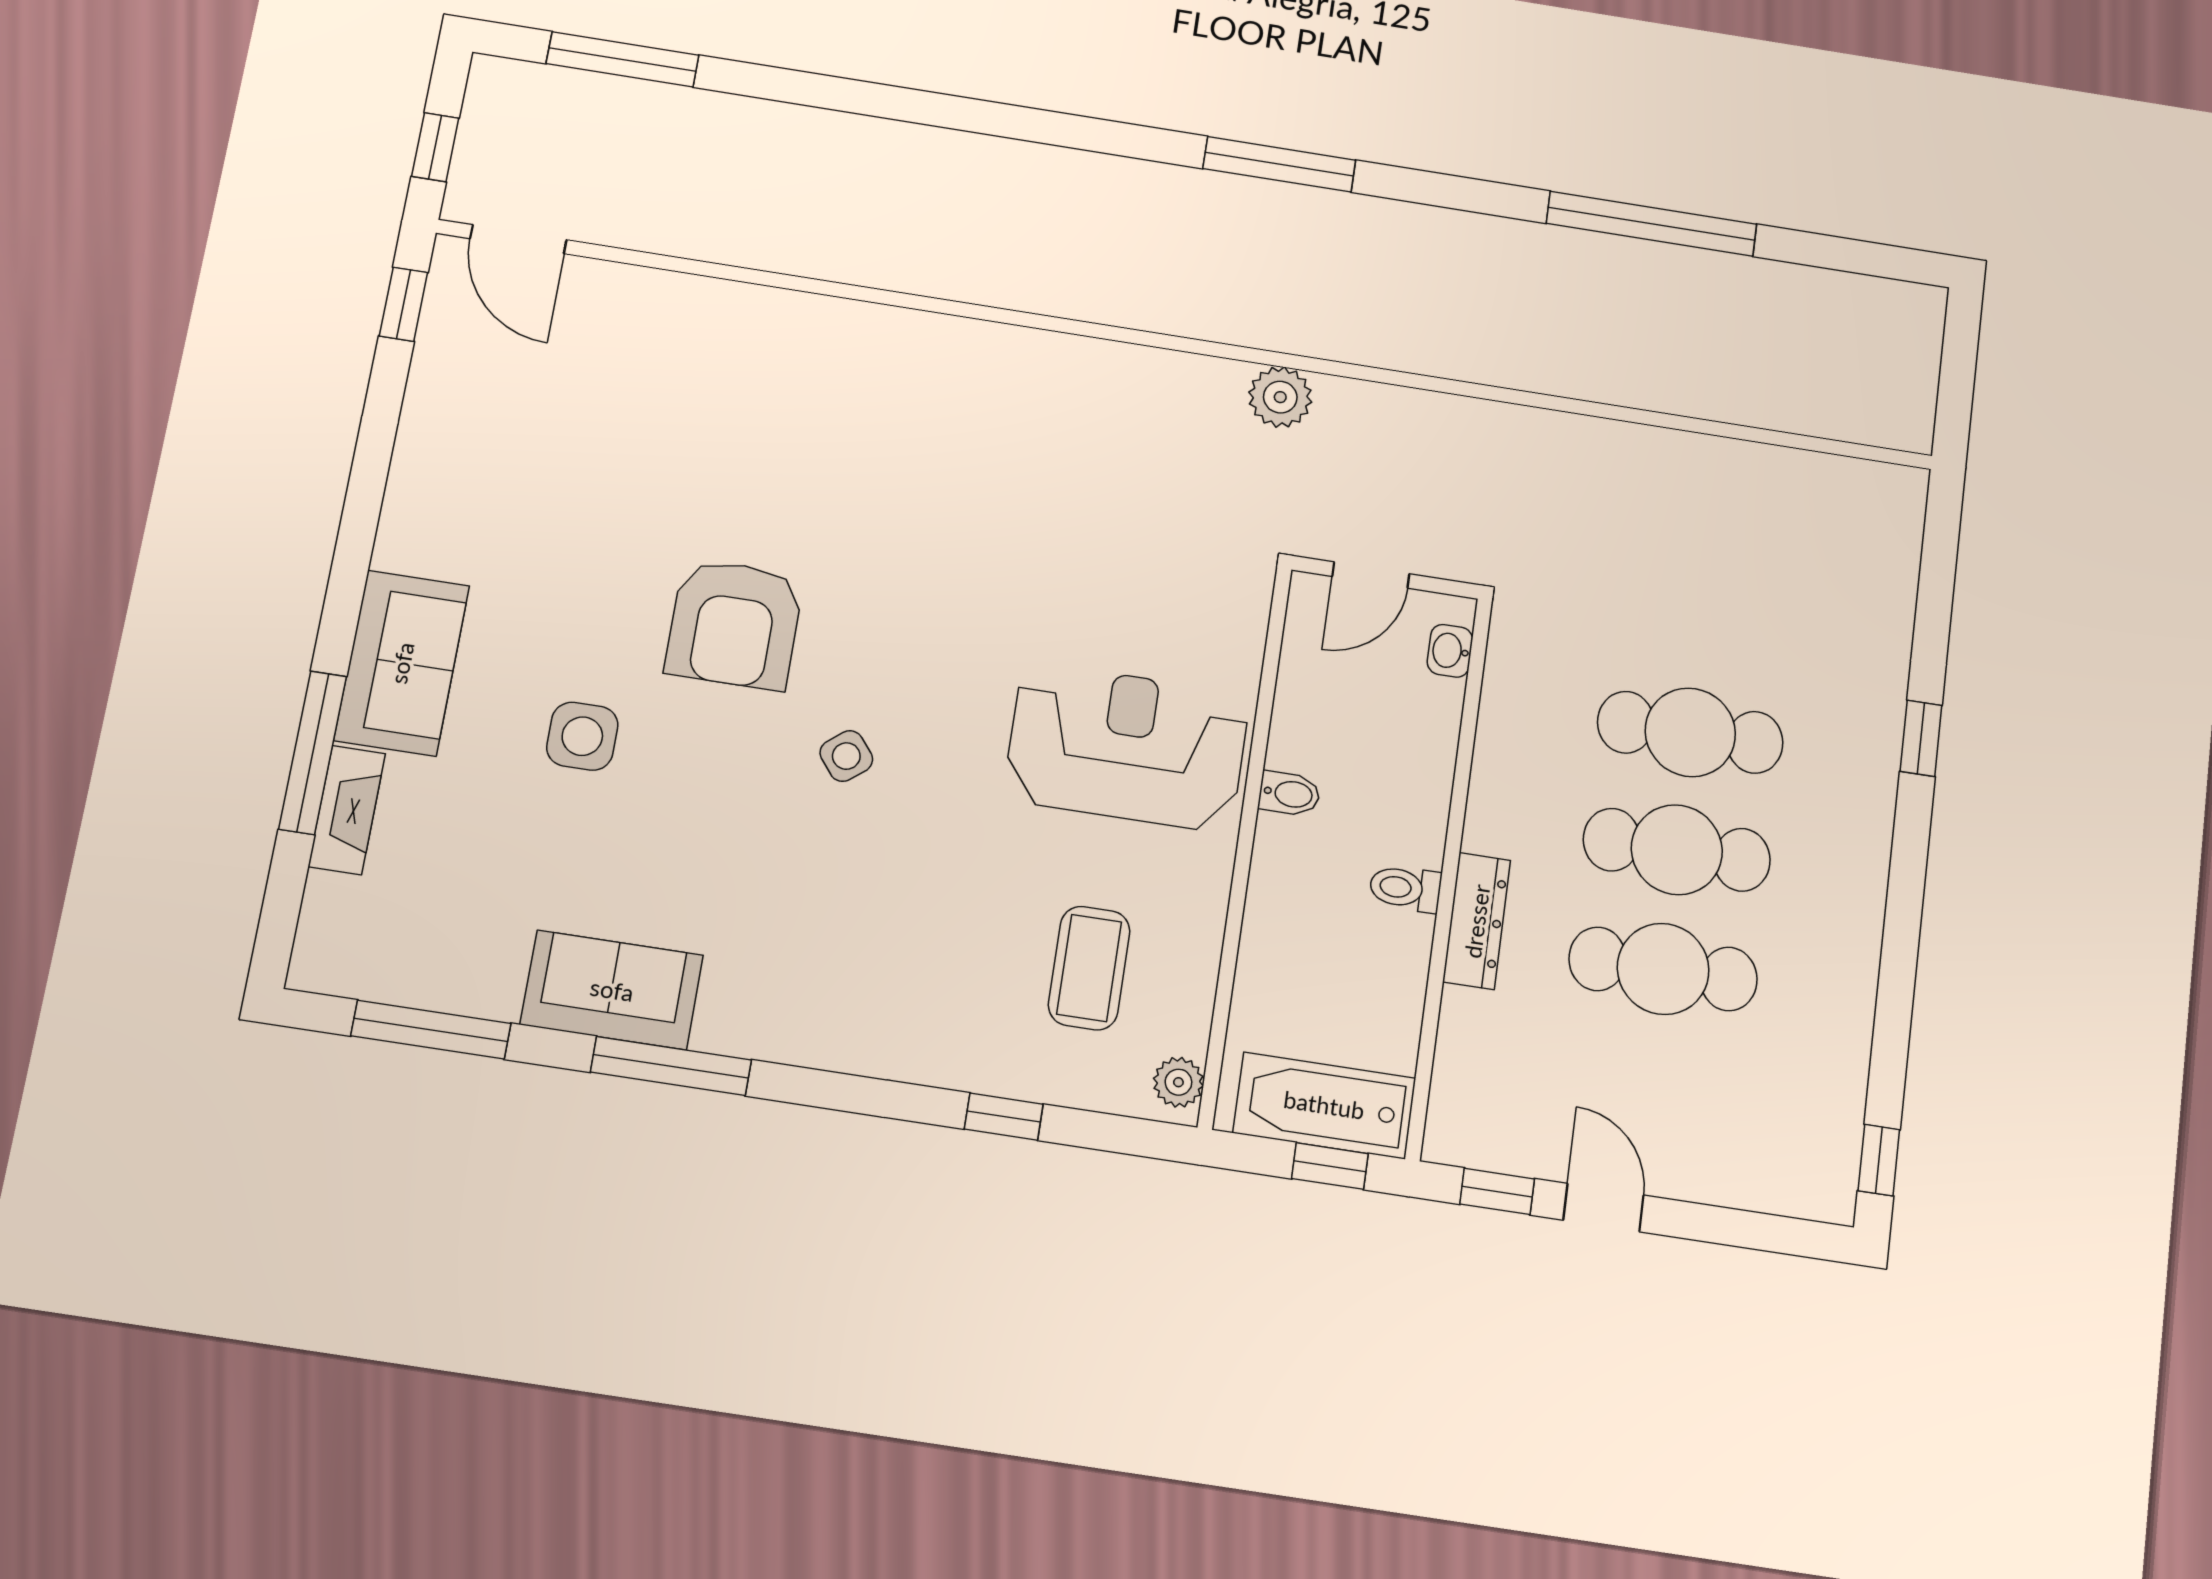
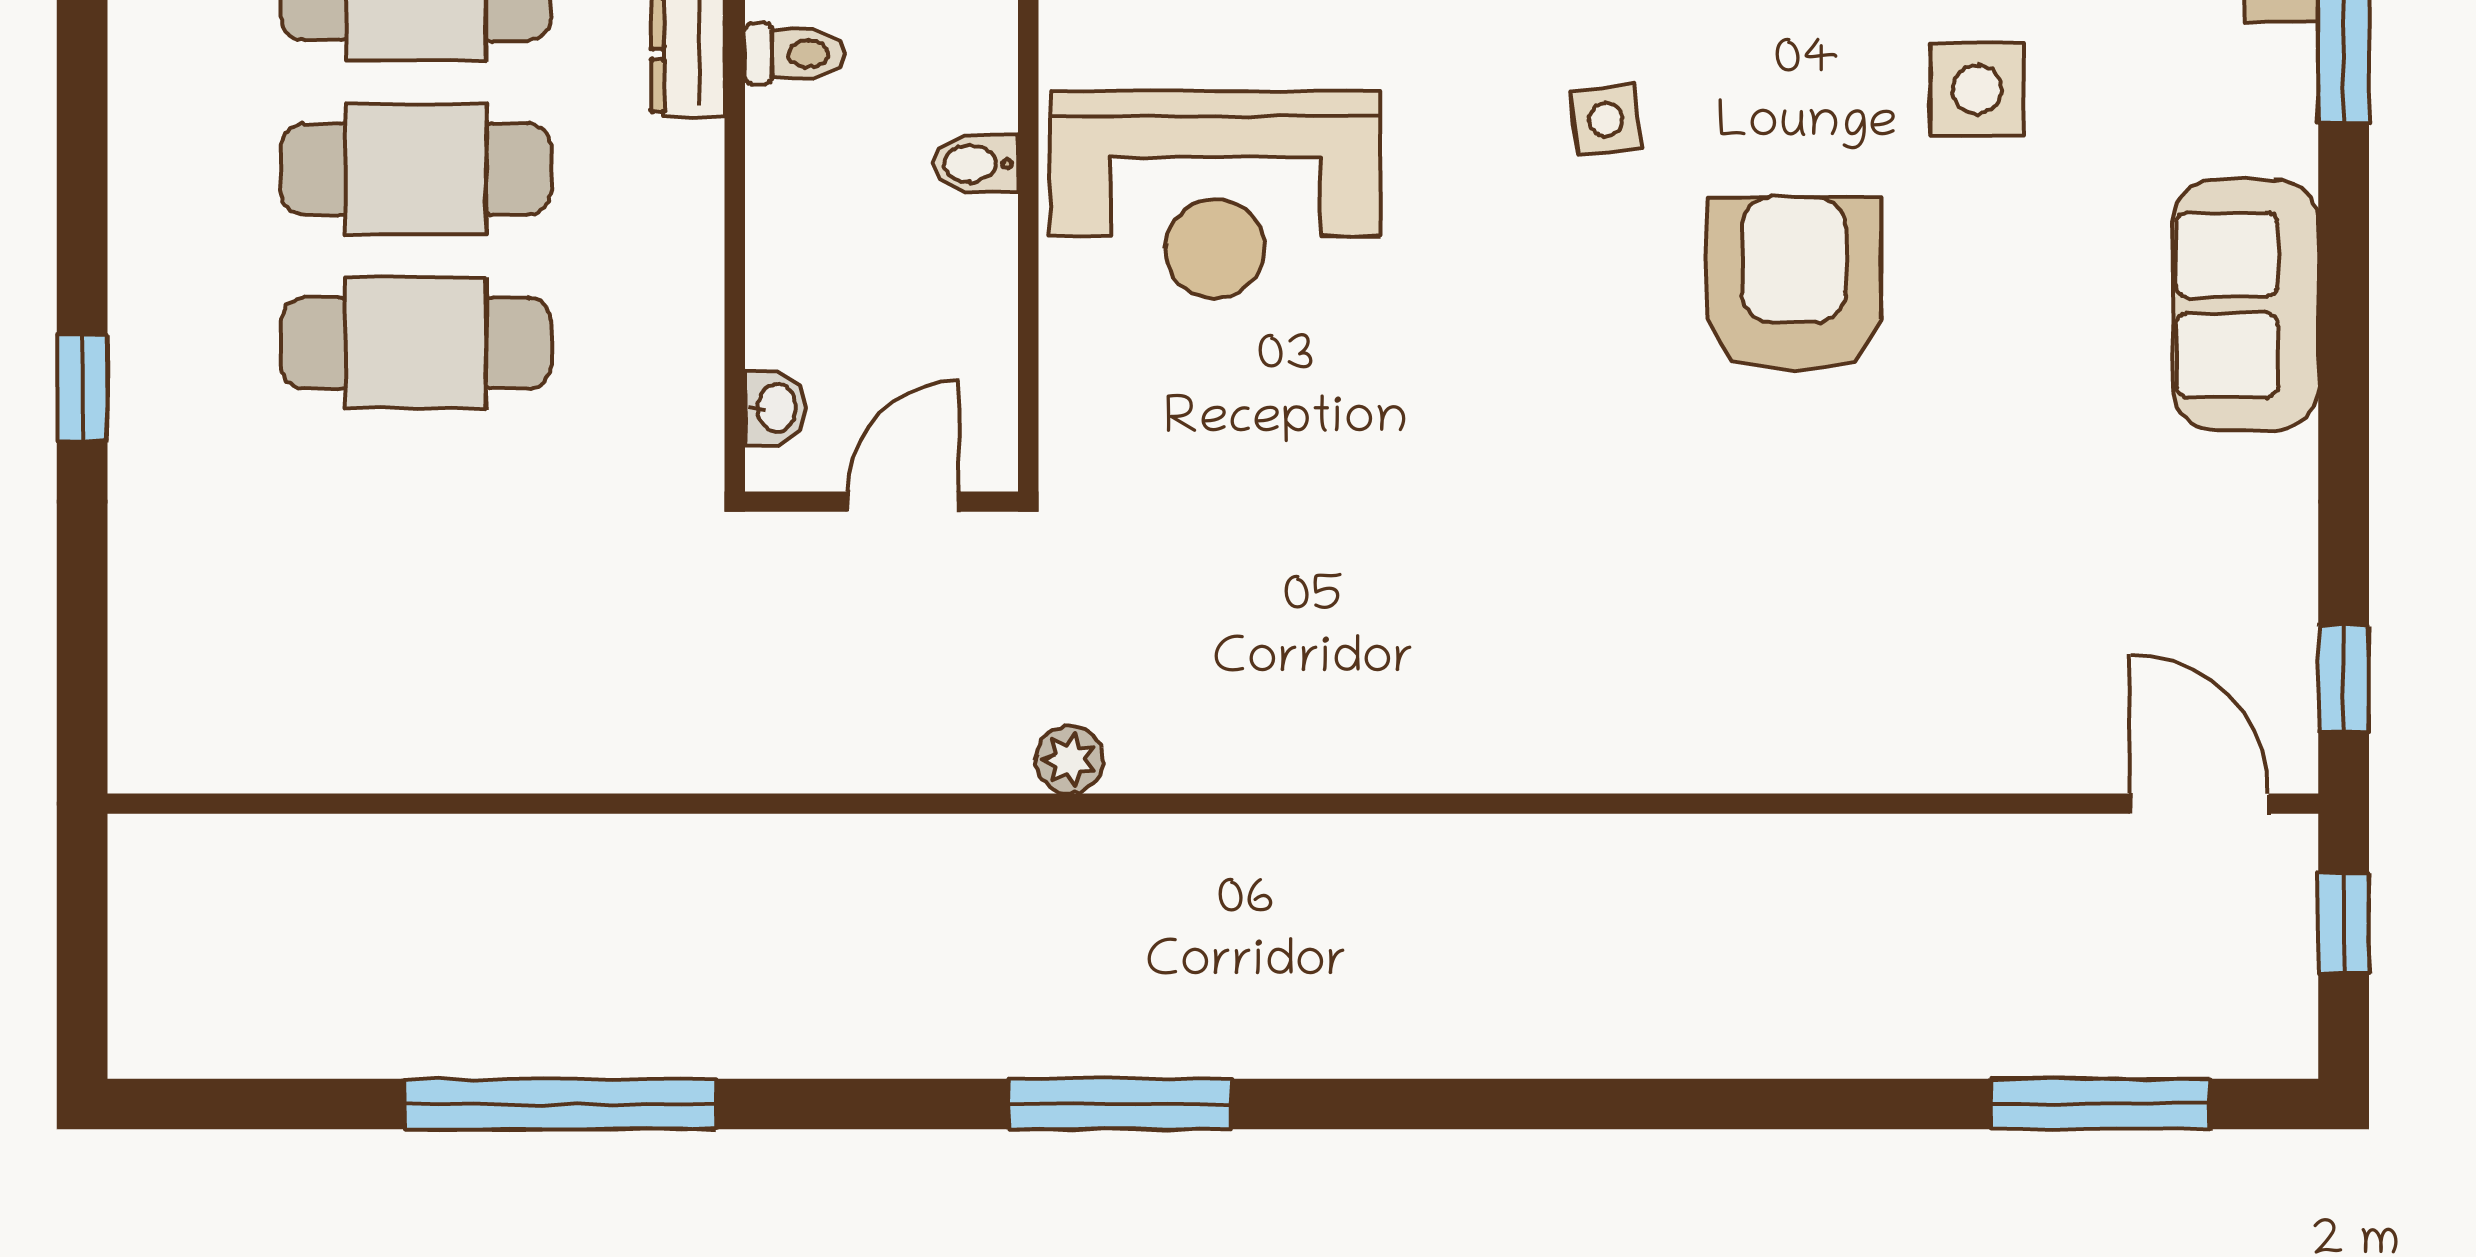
plant: (1280, 397) -> (1070, 760), width x0.73, depth x0.73
sofa: (402, 663) -> (2246, 305), moved
side table: (846, 756) -> (1606, 119), turned 32

